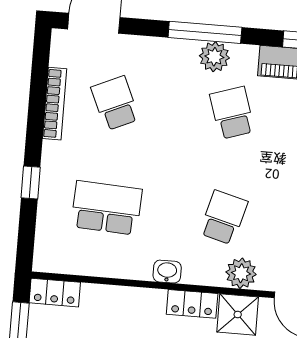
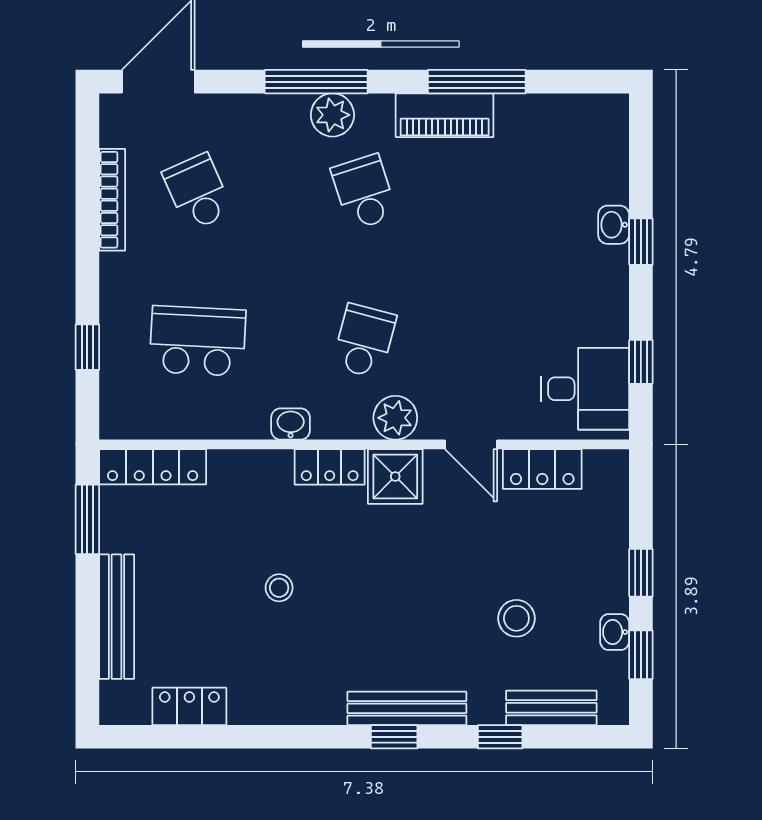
window: (31, 183) -> (87, 347), moved
locker: (55, 293) -> (153, 467), width x1.53

